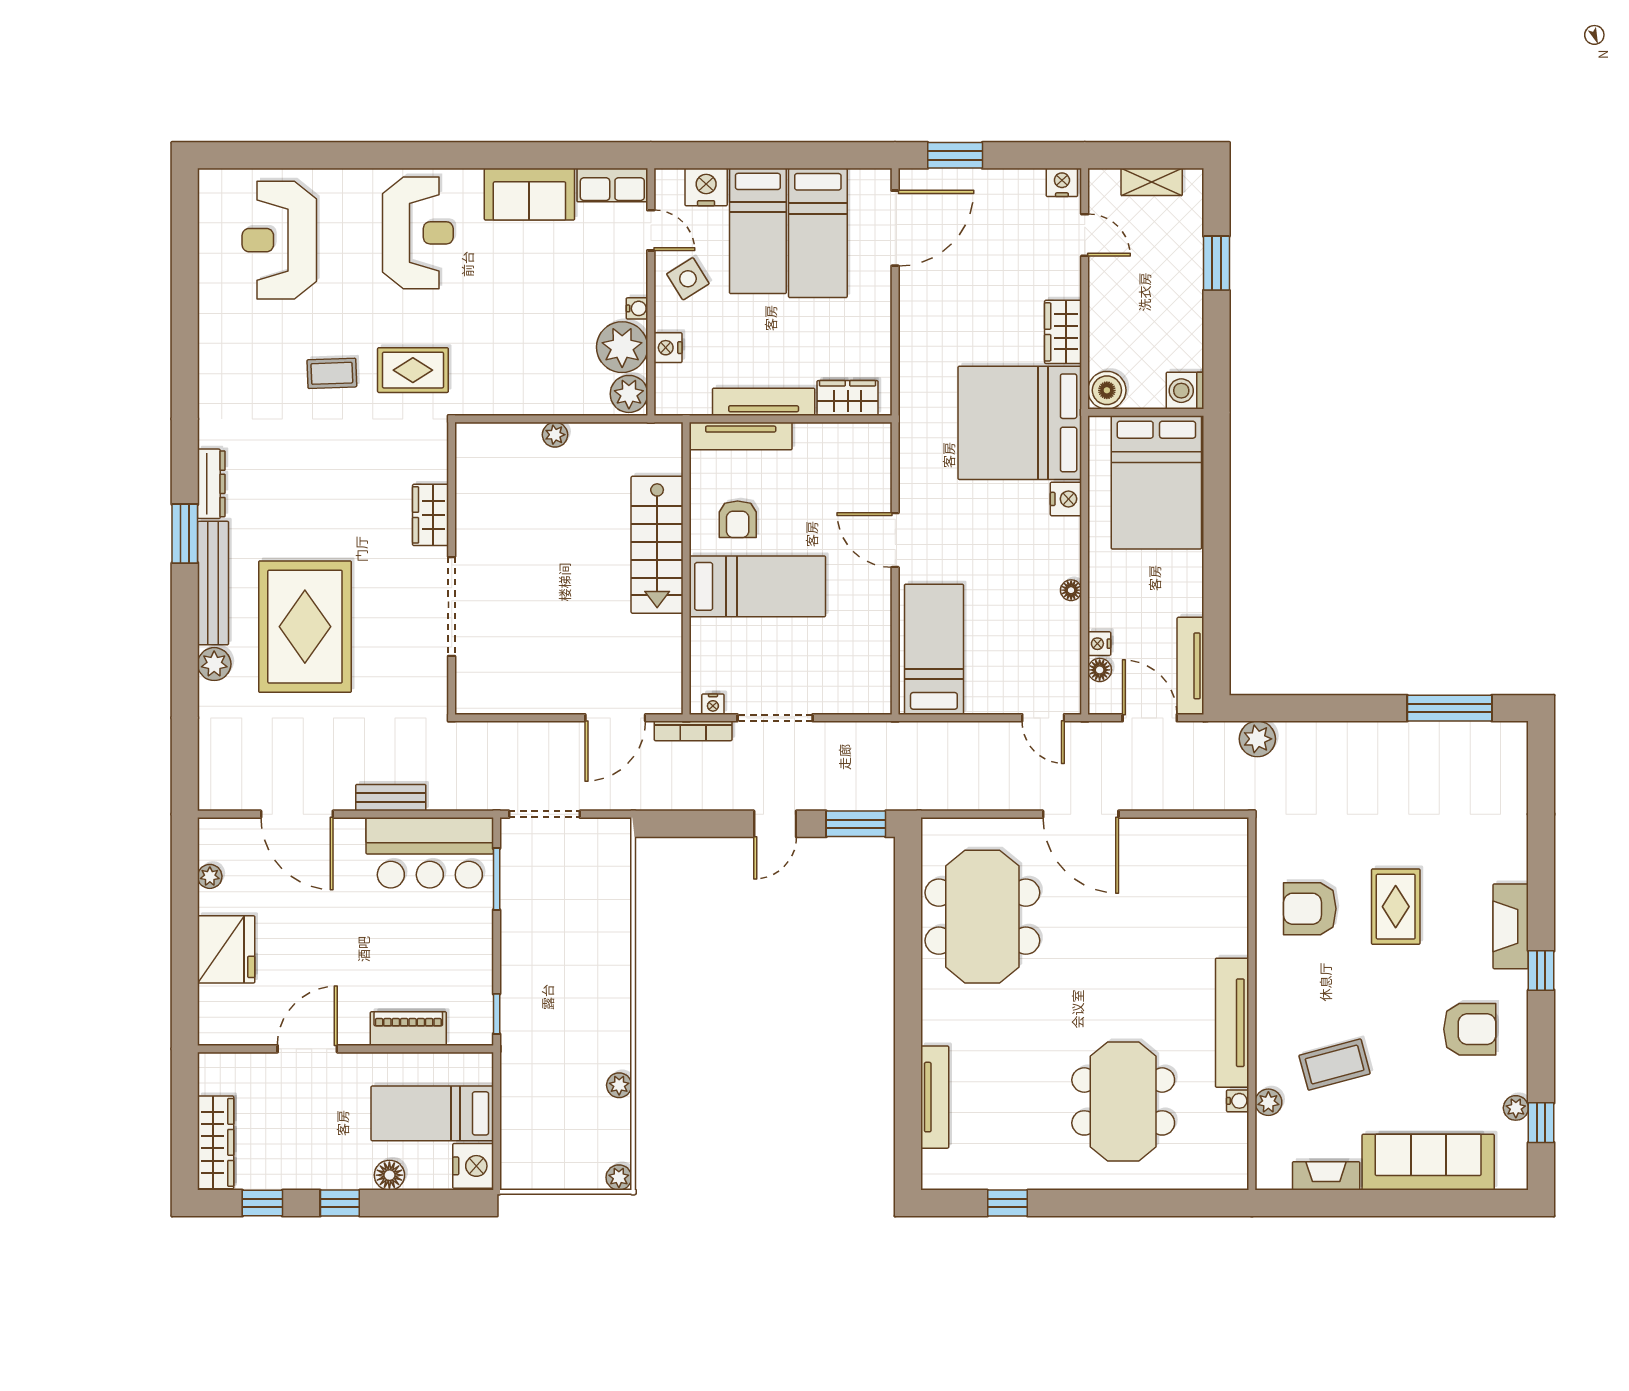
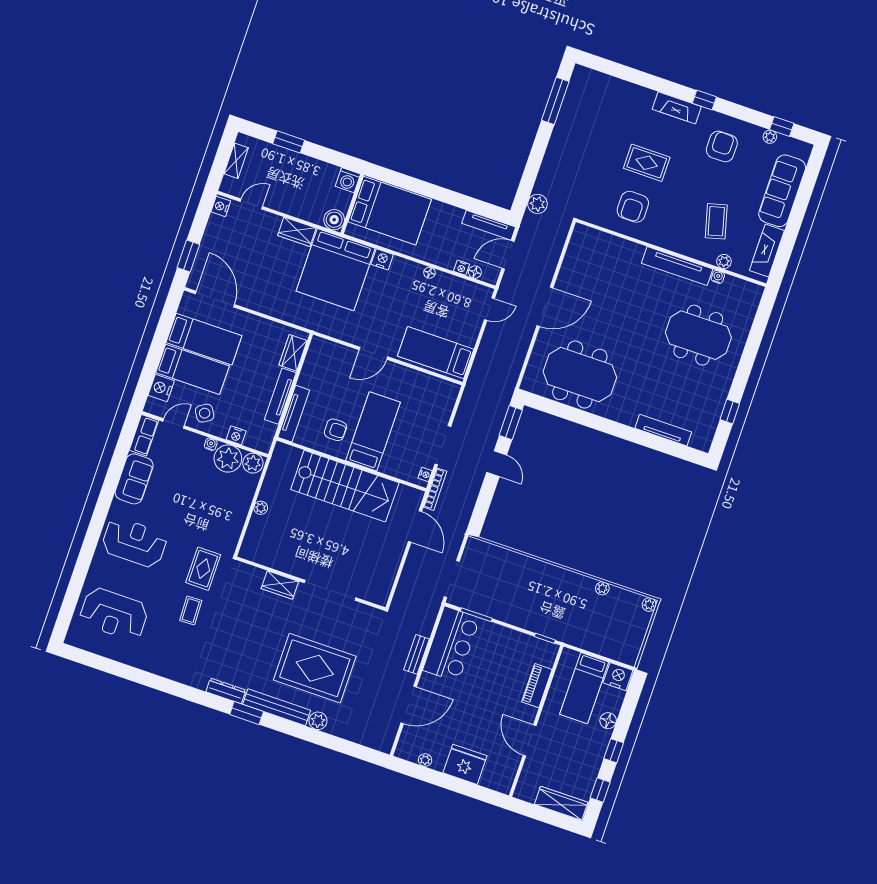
stairs: (657, 545) -> (345, 486), width x1.36, depth x1.51
fireplace: (1326, 1176) -> (767, 250), width x1.37, depth x1.32

